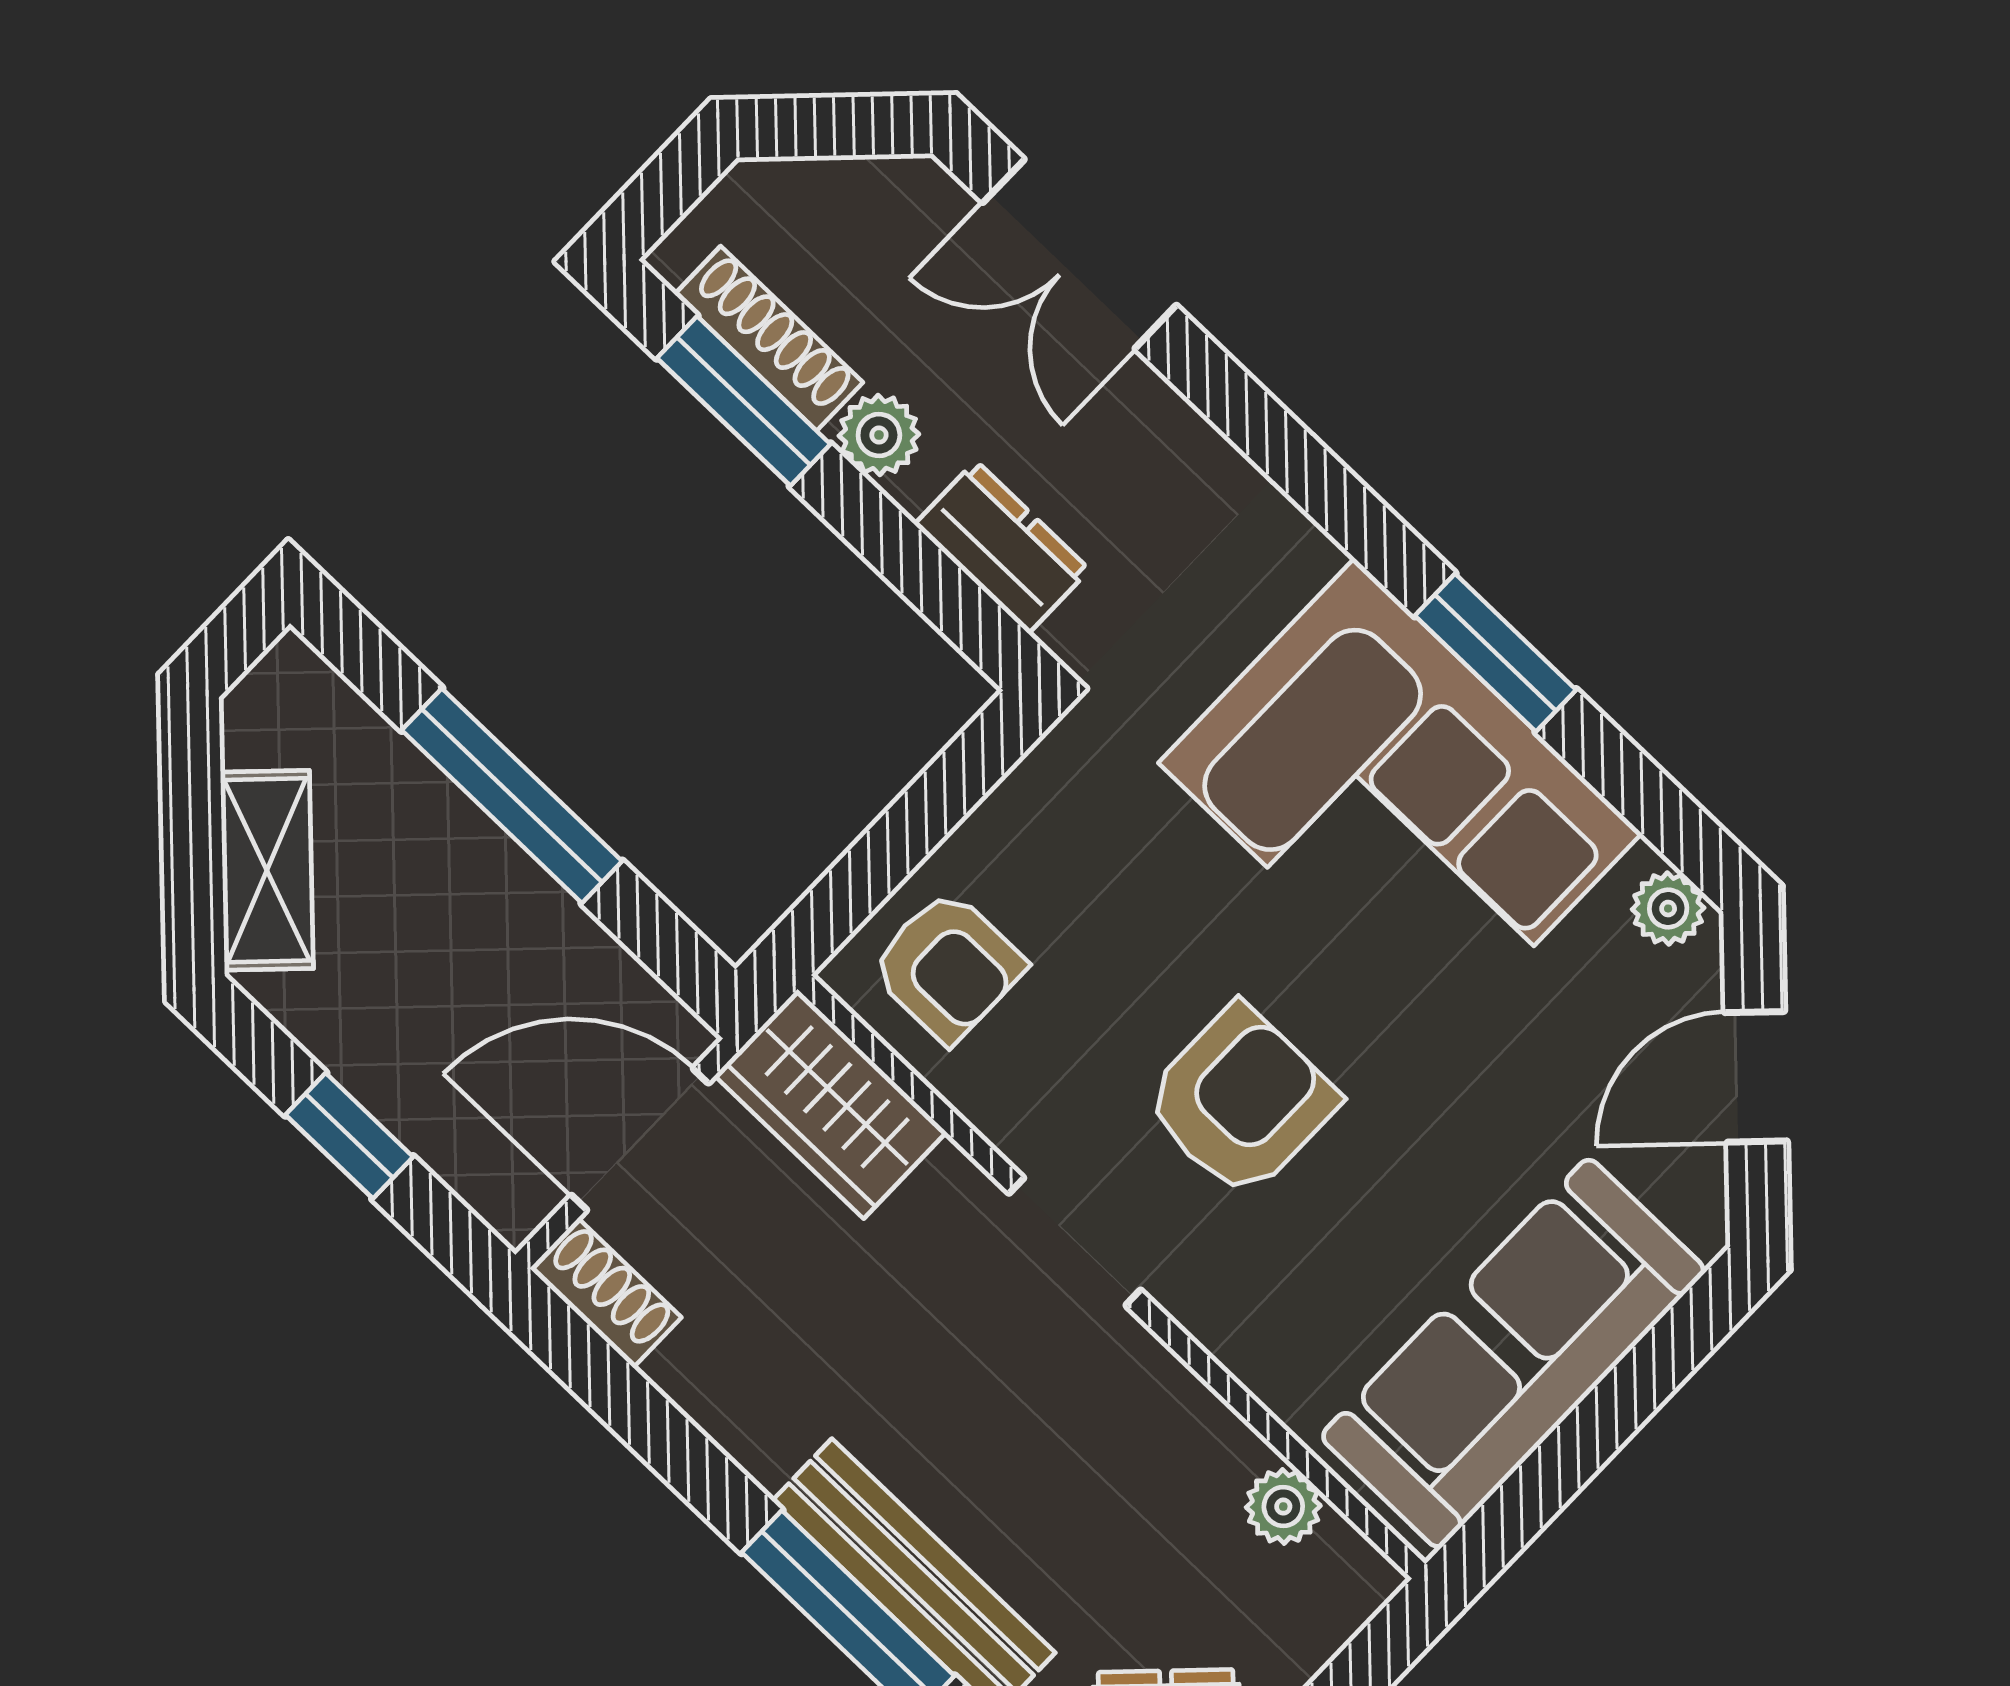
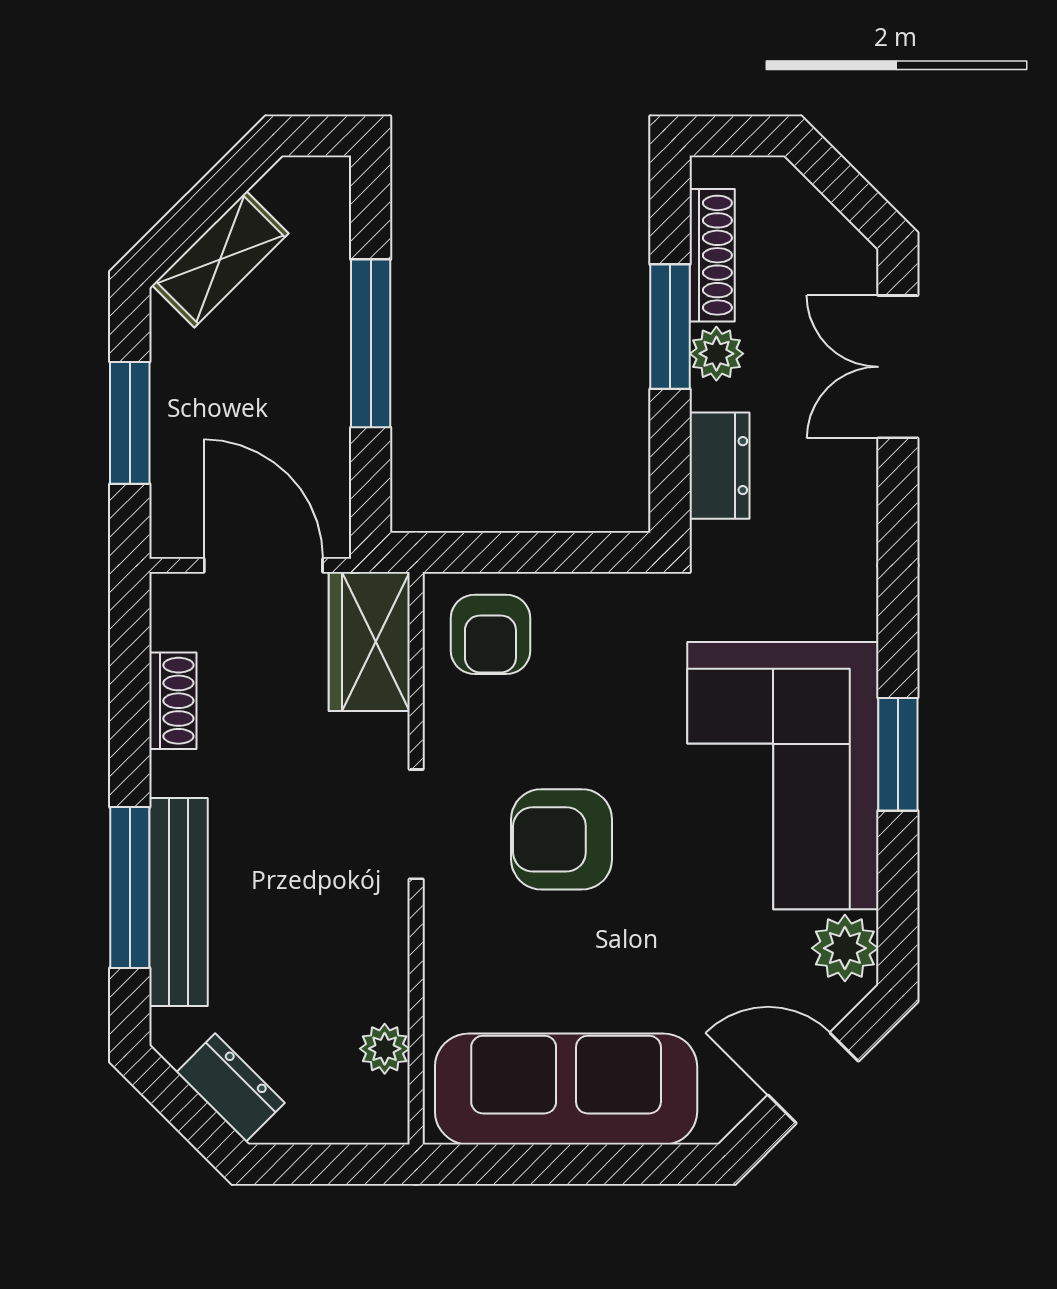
window: (744, 401) -> (670, 327), moved
plant: (1668, 909) -> (845, 948), width x1.38, depth x1.38
armchair: (1241, 1101) -> (562, 839), turned 180
window: (349, 1136) -> (130, 423), width x1.50
shoe rack: (605, 1293) -> (173, 701), moved

